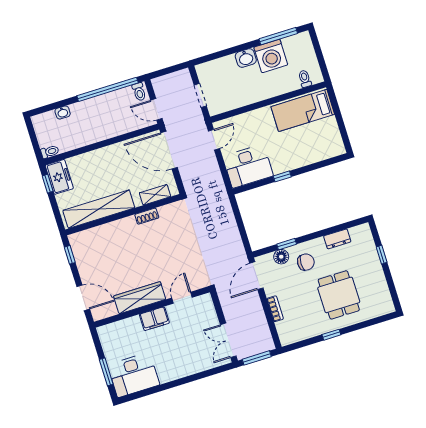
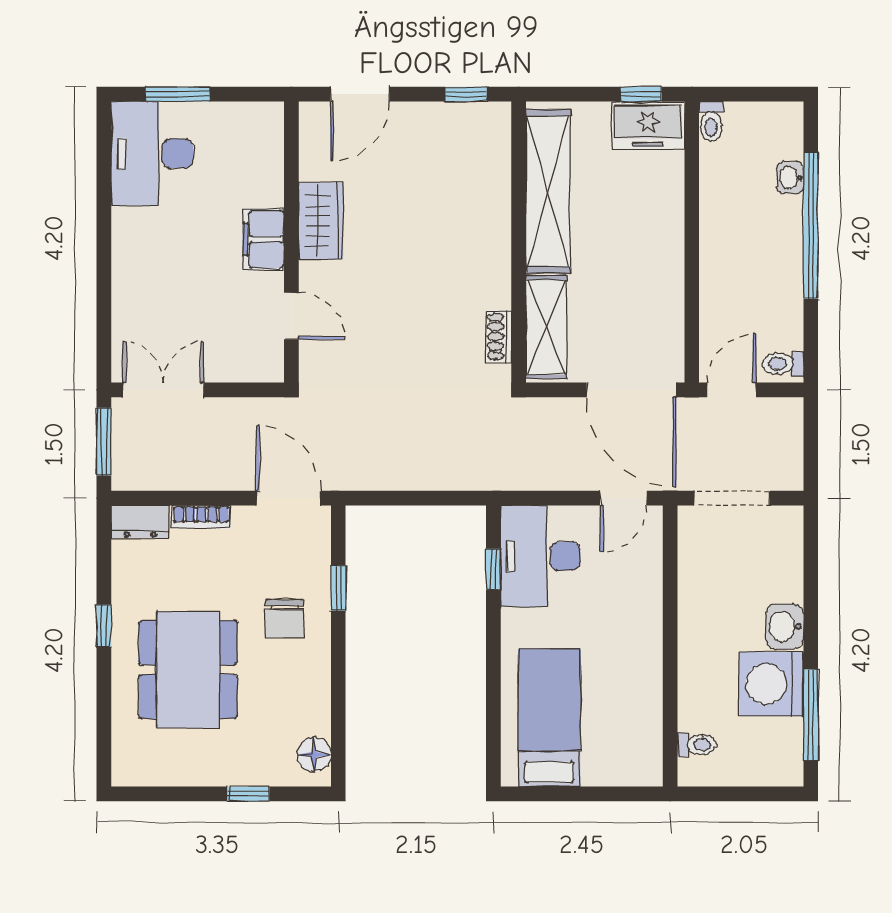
window: (108, 89) -> (811, 225), moved
doorway: (200, 96) -> (732, 498), width x1.38
bed: (303, 110) -> (549, 718), moved
door: (214, 140) -> (623, 498), hinge flipped
door: (169, 150) -> (631, 390), swing flipped
window: (282, 176) -> (493, 569), moved
shelving: (155, 195) -> (546, 327), width x1.50, depth x1.33
shoe rack: (147, 216) -> (499, 336), moved
dresser: (337, 239) -> (140, 522), moved, turned -90
floor lamp: (281, 257) -> (314, 755), moved
dining table: (339, 295) -> (188, 670), width x1.37
wardrobe: (140, 298) -> (321, 221), width x0.67

